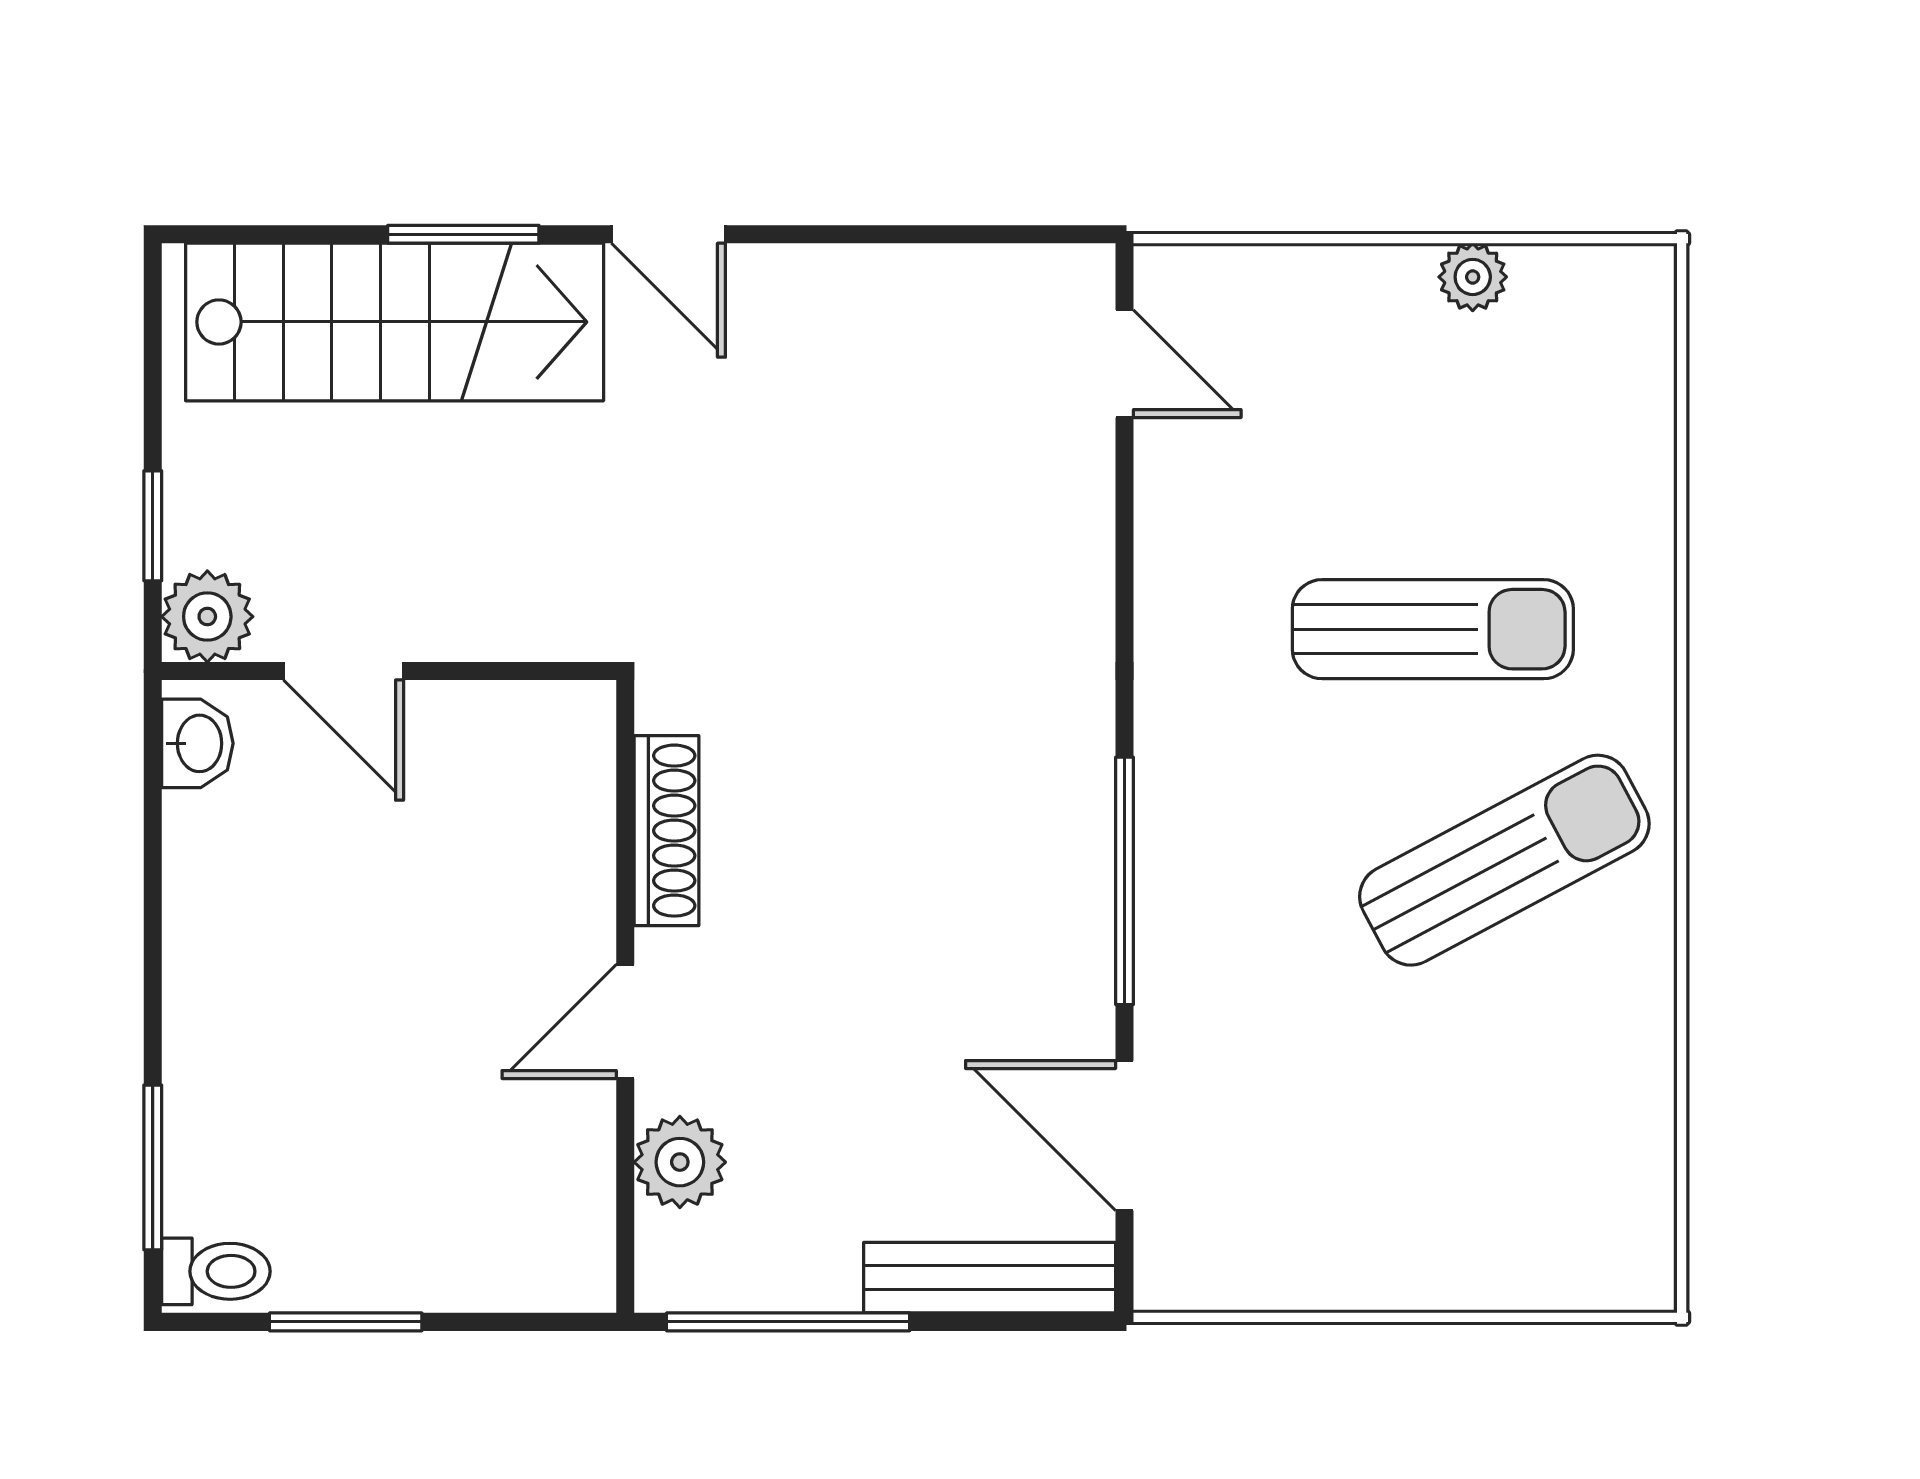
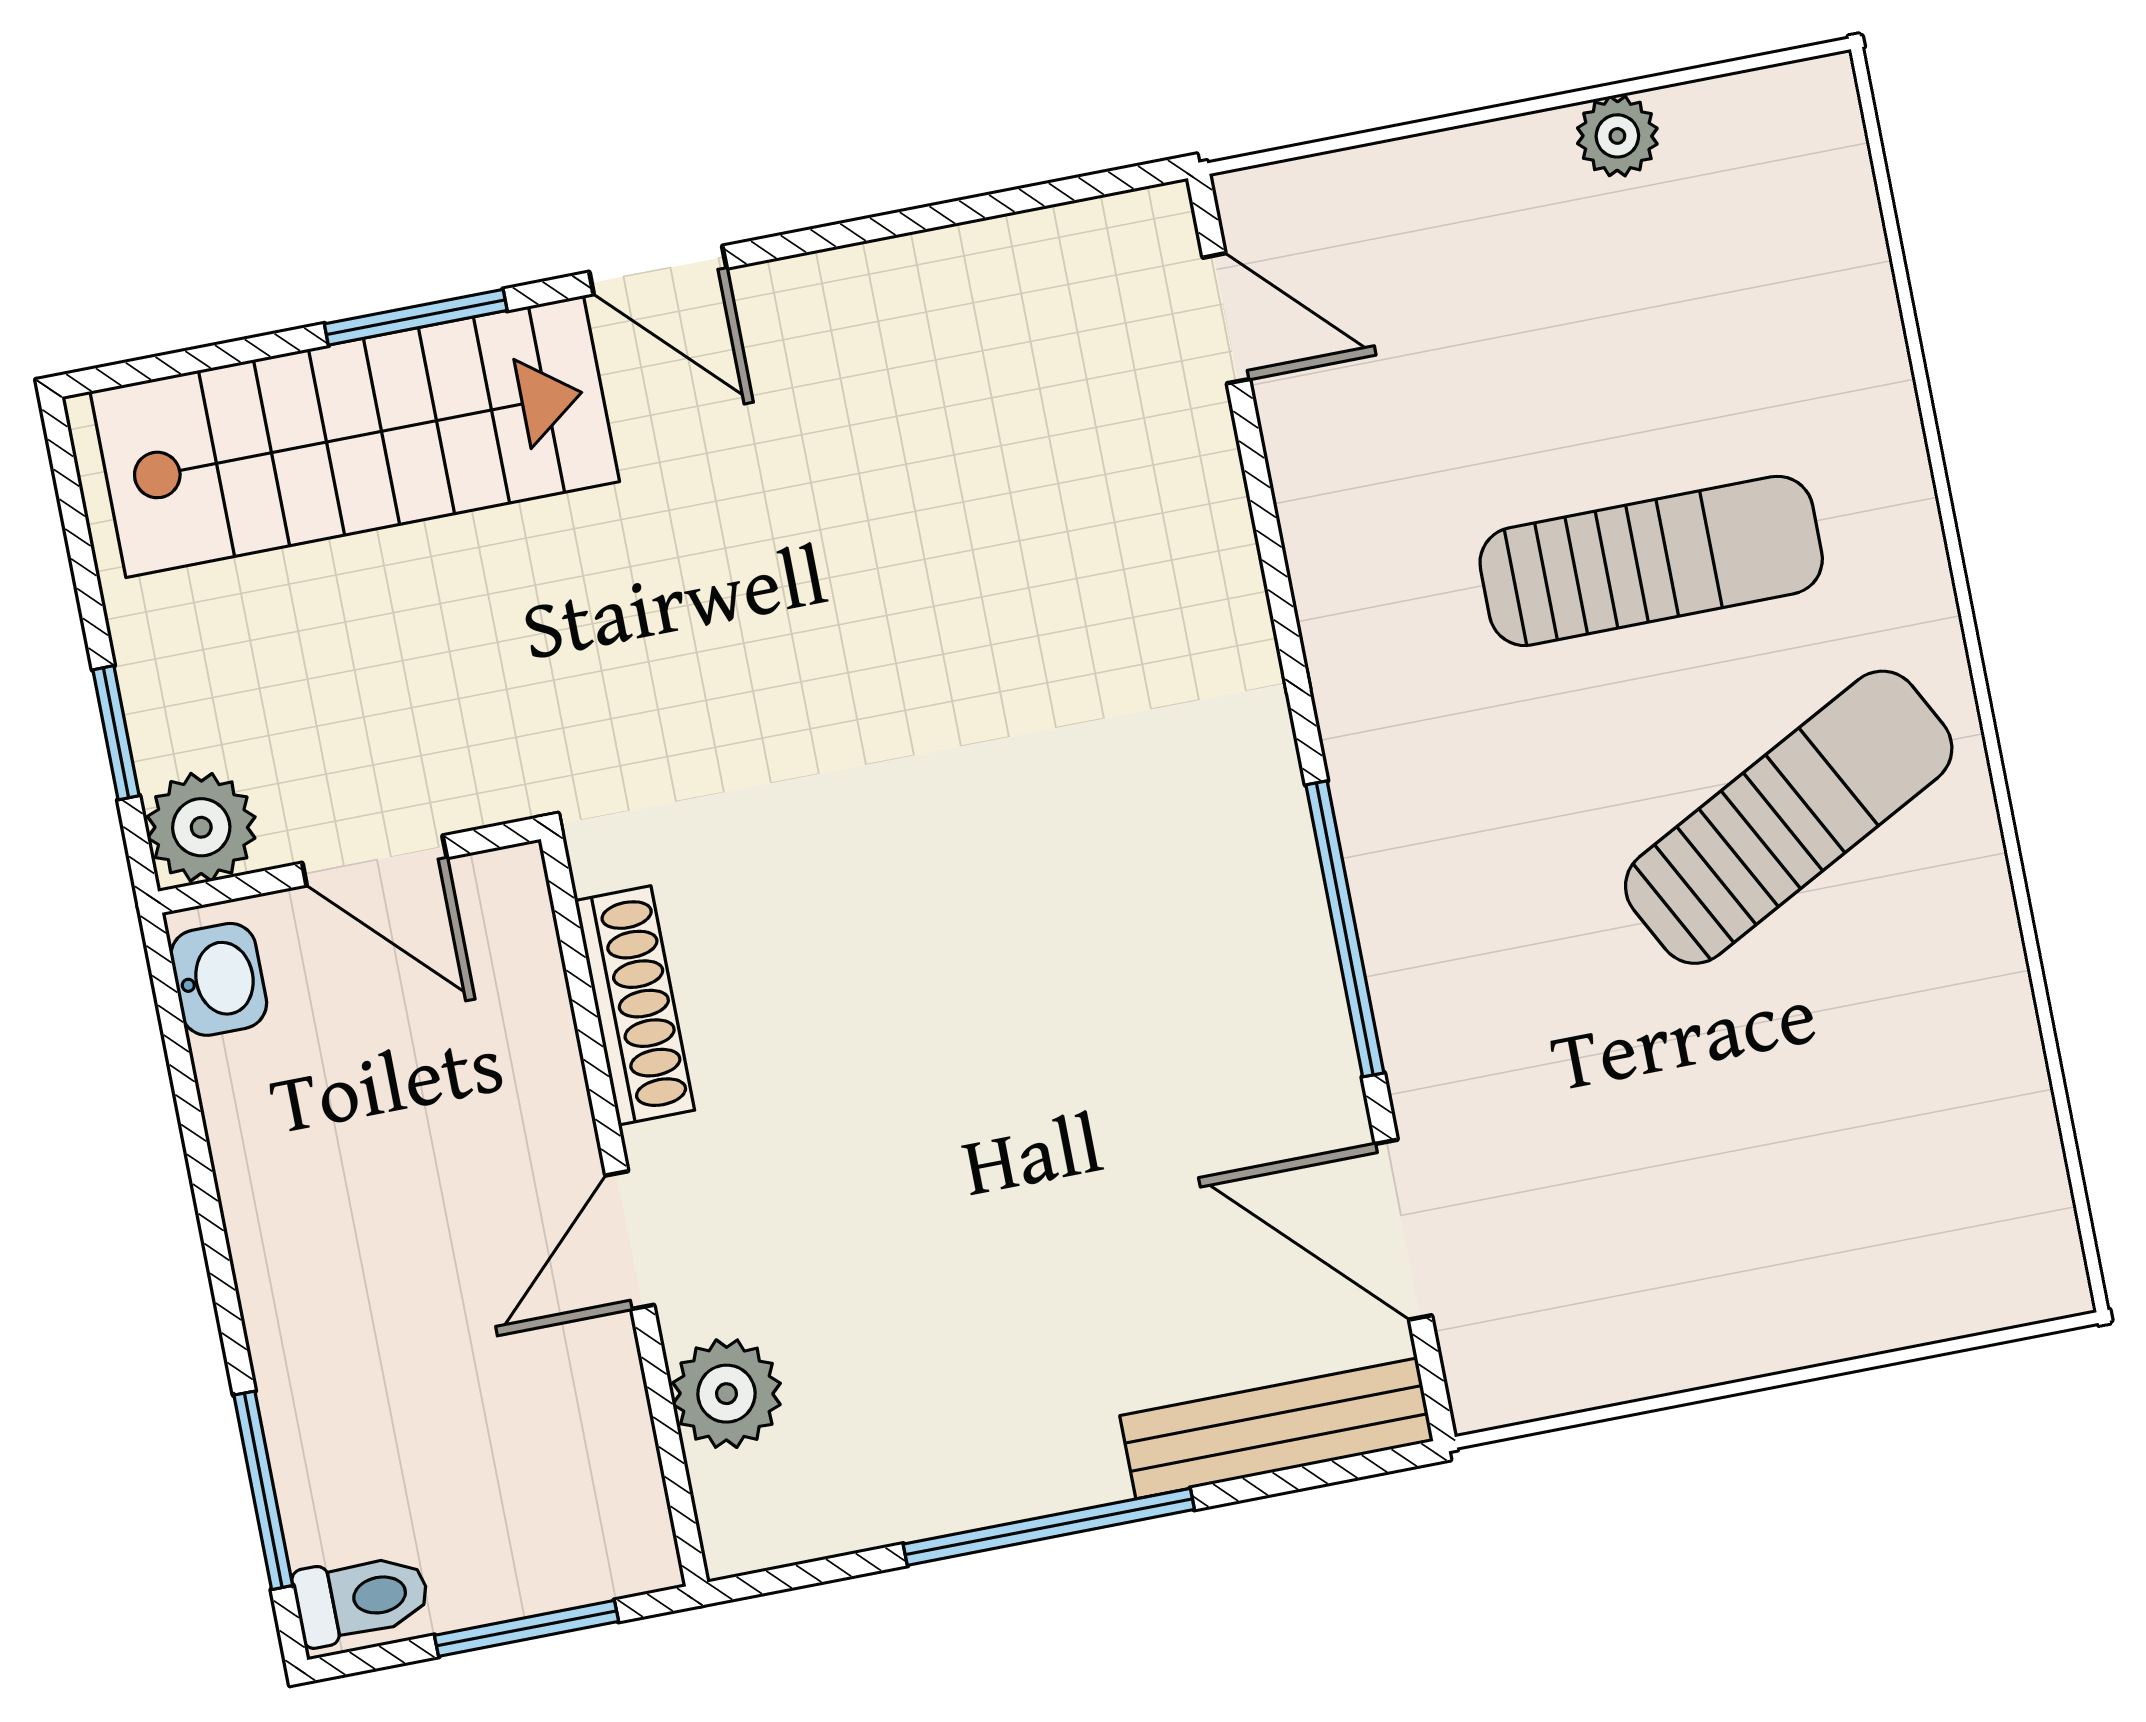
shoe rack: (666, 831) -> (635, 1005), moved
wall: (625, 996) -> (624, 1211), moved
door: (625, 1021) -> (630, 1240), moved
plant: (680, 1162) -> (726, 1394), moved

